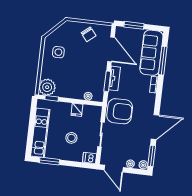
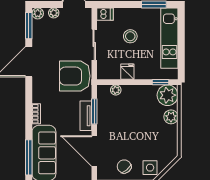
side table: (58, 52) -> (150, 168), moved
window: (163, 61) -> (29, 157), moved
plant: (46, 70) -> (171, 117), added

